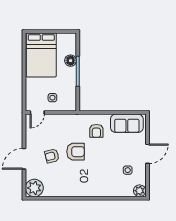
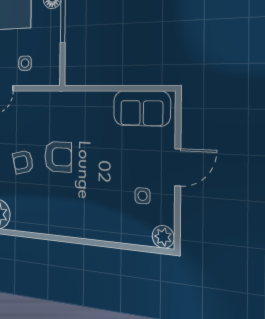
armchair: (96, 131) -> (91, 121), removed

